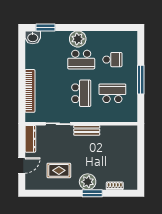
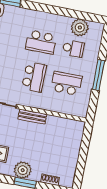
plant: (78, 39) -> (80, 28), moved

